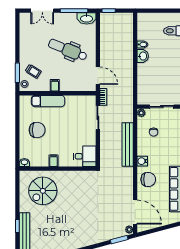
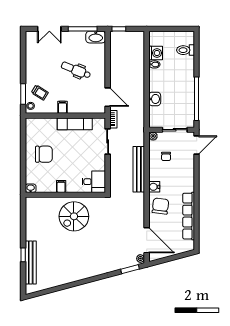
washing machine: (144, 34) -> (156, 53), added
dental chair: (68, 50) -> (76, 70), width x0.73, depth x0.72
washbasin: (143, 56) -> (155, 99), moved
exam couch: (48, 101) -> (75, 124), moved
chair: (148, 179) -> (160, 206), turned -83
spiral stairs: (43, 191) -> (74, 216), moved

